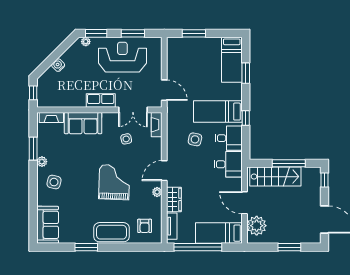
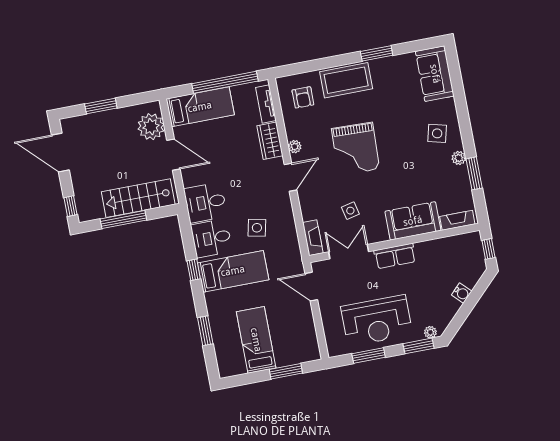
bed: (232, 60) -> (256, 340), moved
armchair: (145, 226) -> (303, 97), turned 180

